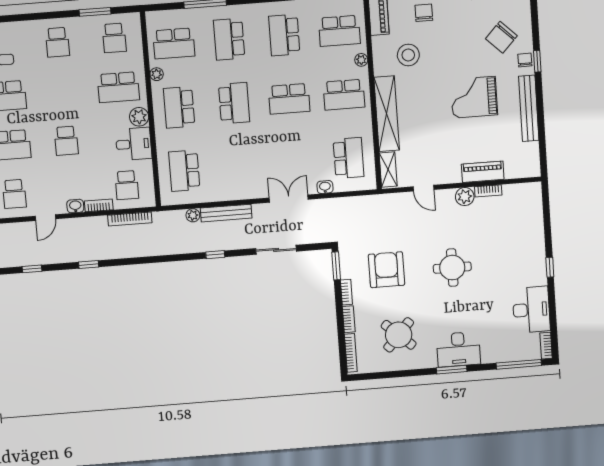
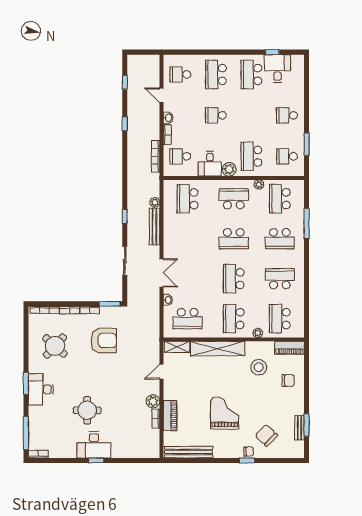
school desk: (229, 39) -> (280, 239), turned 180
bench: (529, 108) -> (189, 452), moved
school desk: (184, 171) -> (188, 199), turned -90
round table: (452, 268) -> (87, 410), moved
desk: (531, 310) -> (94, 445), moved

